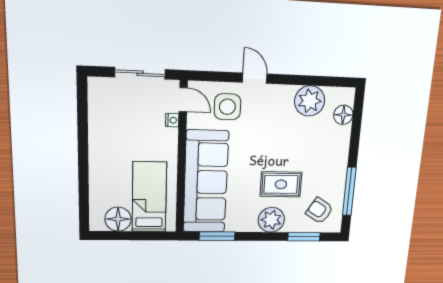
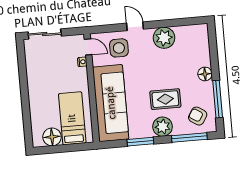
sliding door: (140, 73) -> (45, 34), moved
plant: (310, 101) -> (164, 38), moved
floor lamp: (343, 115) -> (205, 74), moved
window: (217, 236) -> (140, 142), moved
window: (304, 237) -> (189, 137), width x1.44

